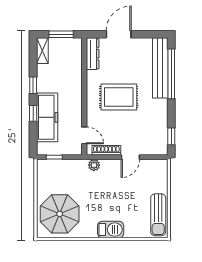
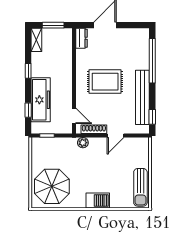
dresser: (93, 54) -> (82, 38), width x0.70
bench: (160, 68) -> (142, 97), moved
window: (33, 113) -> (28, 110), moved

